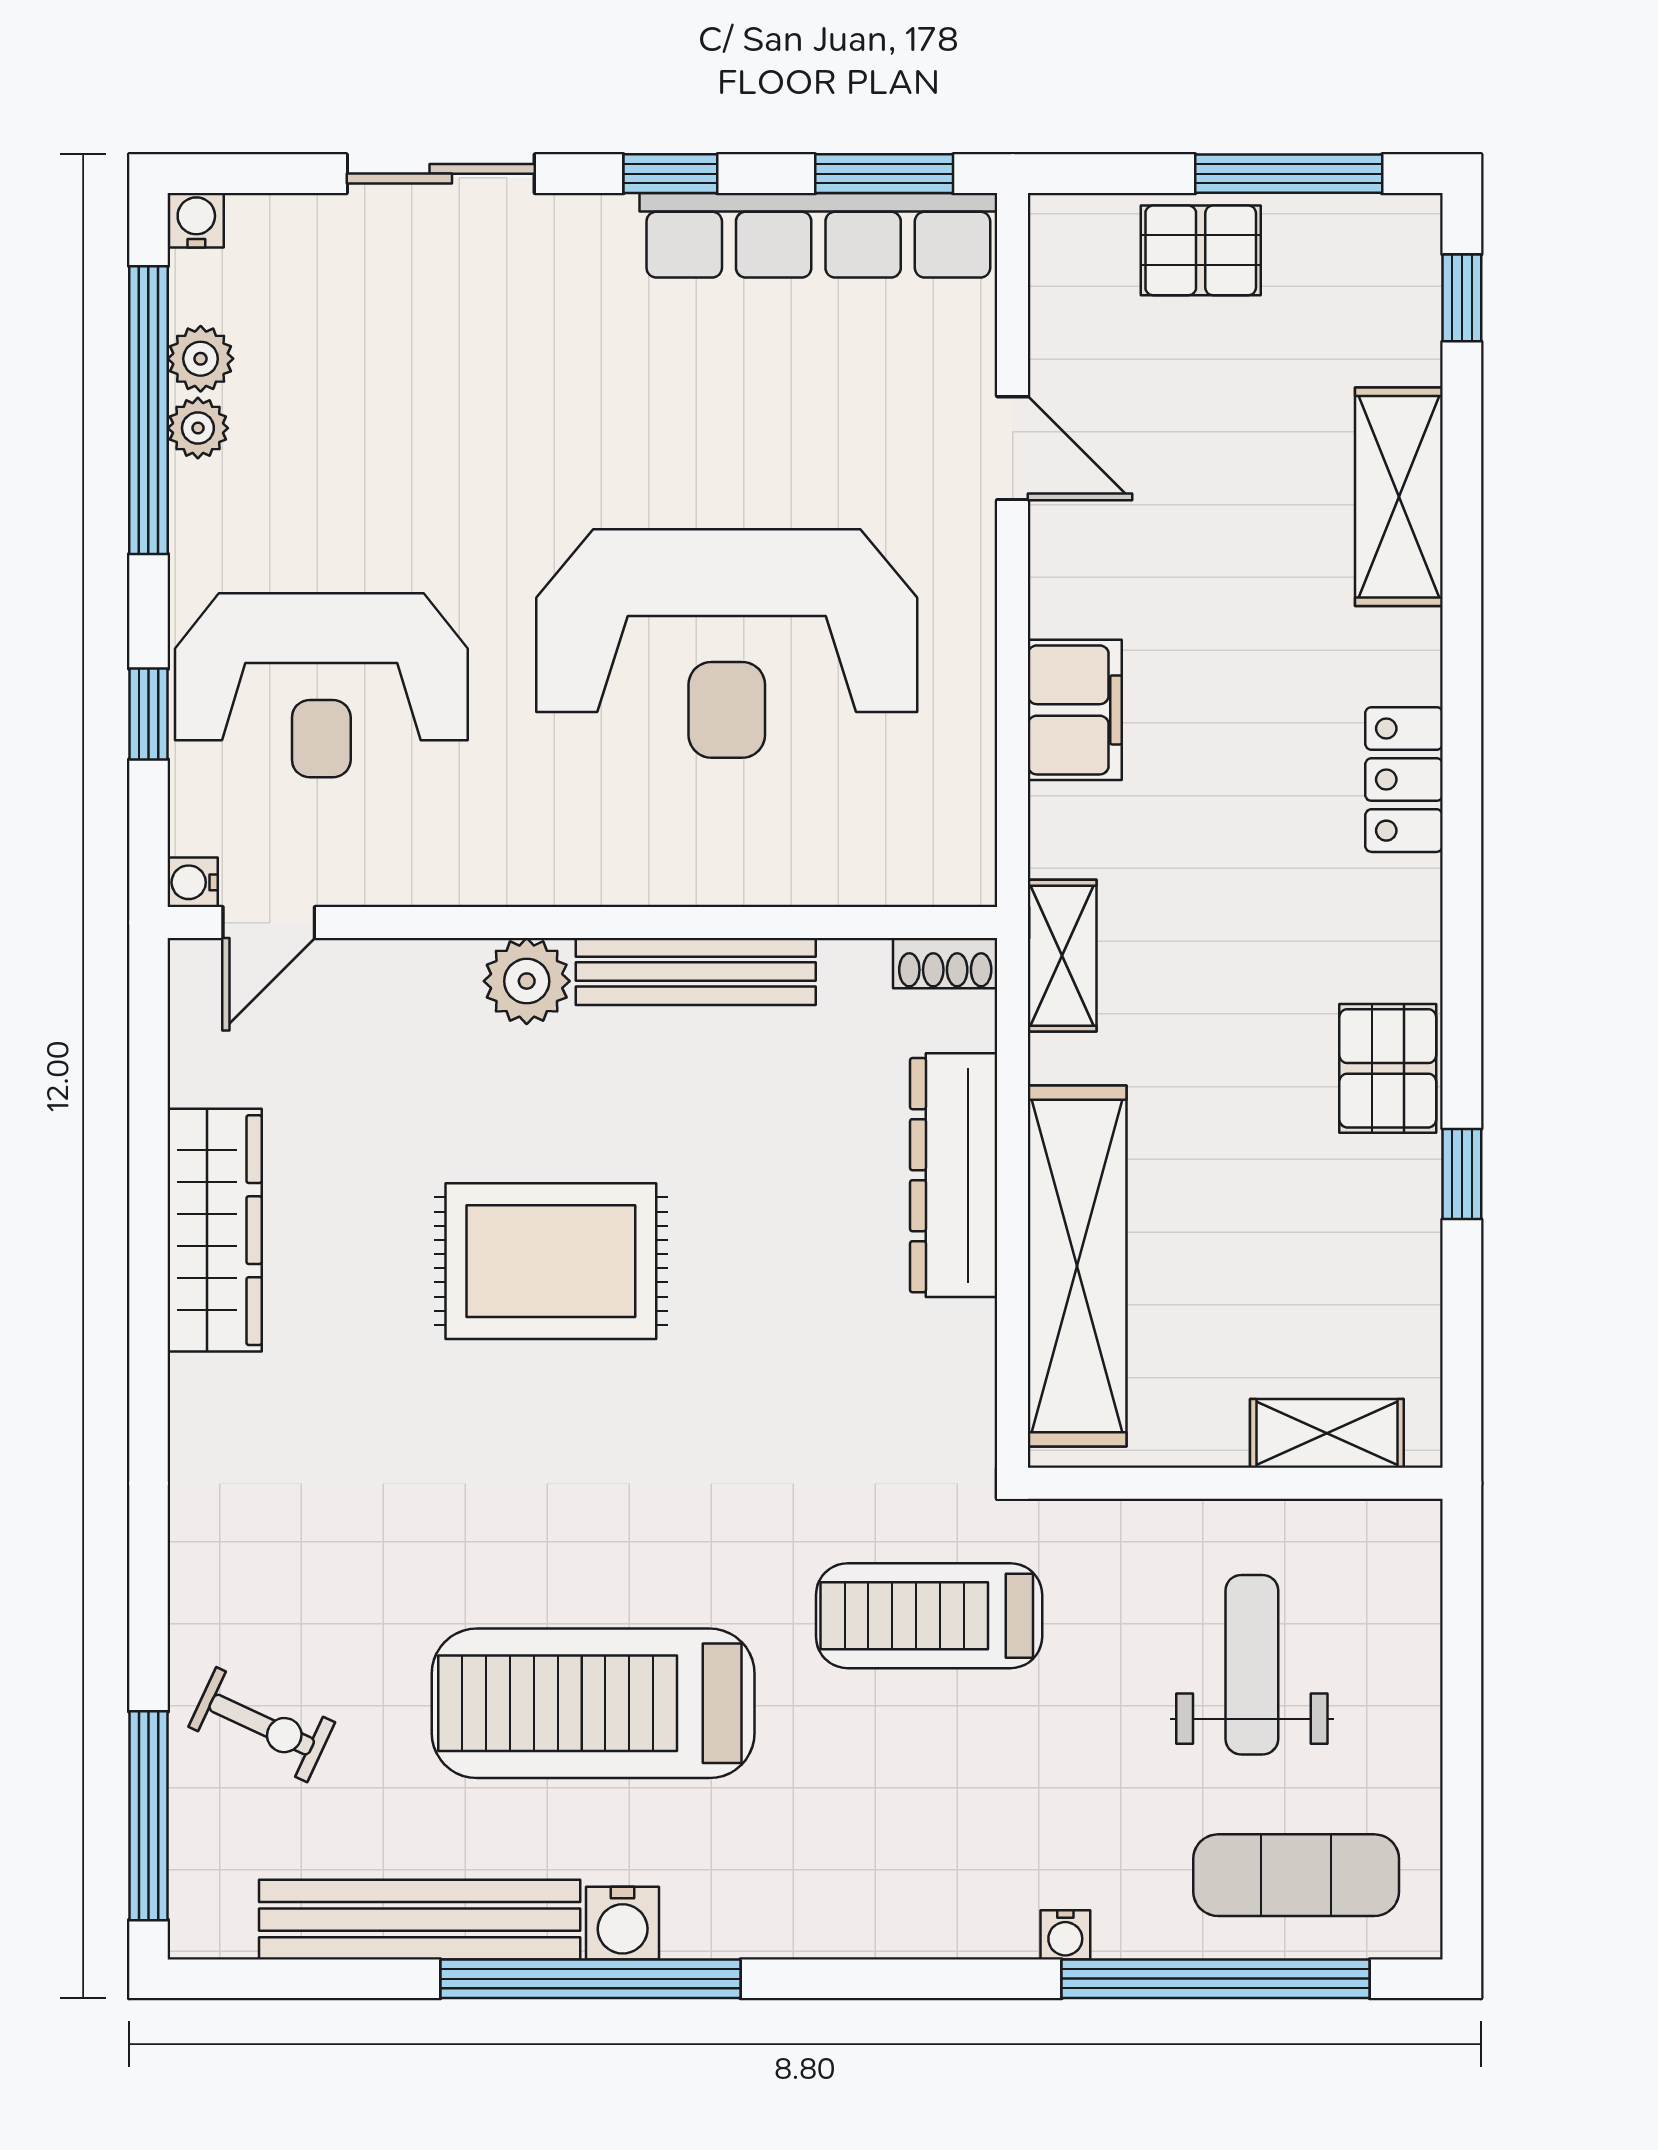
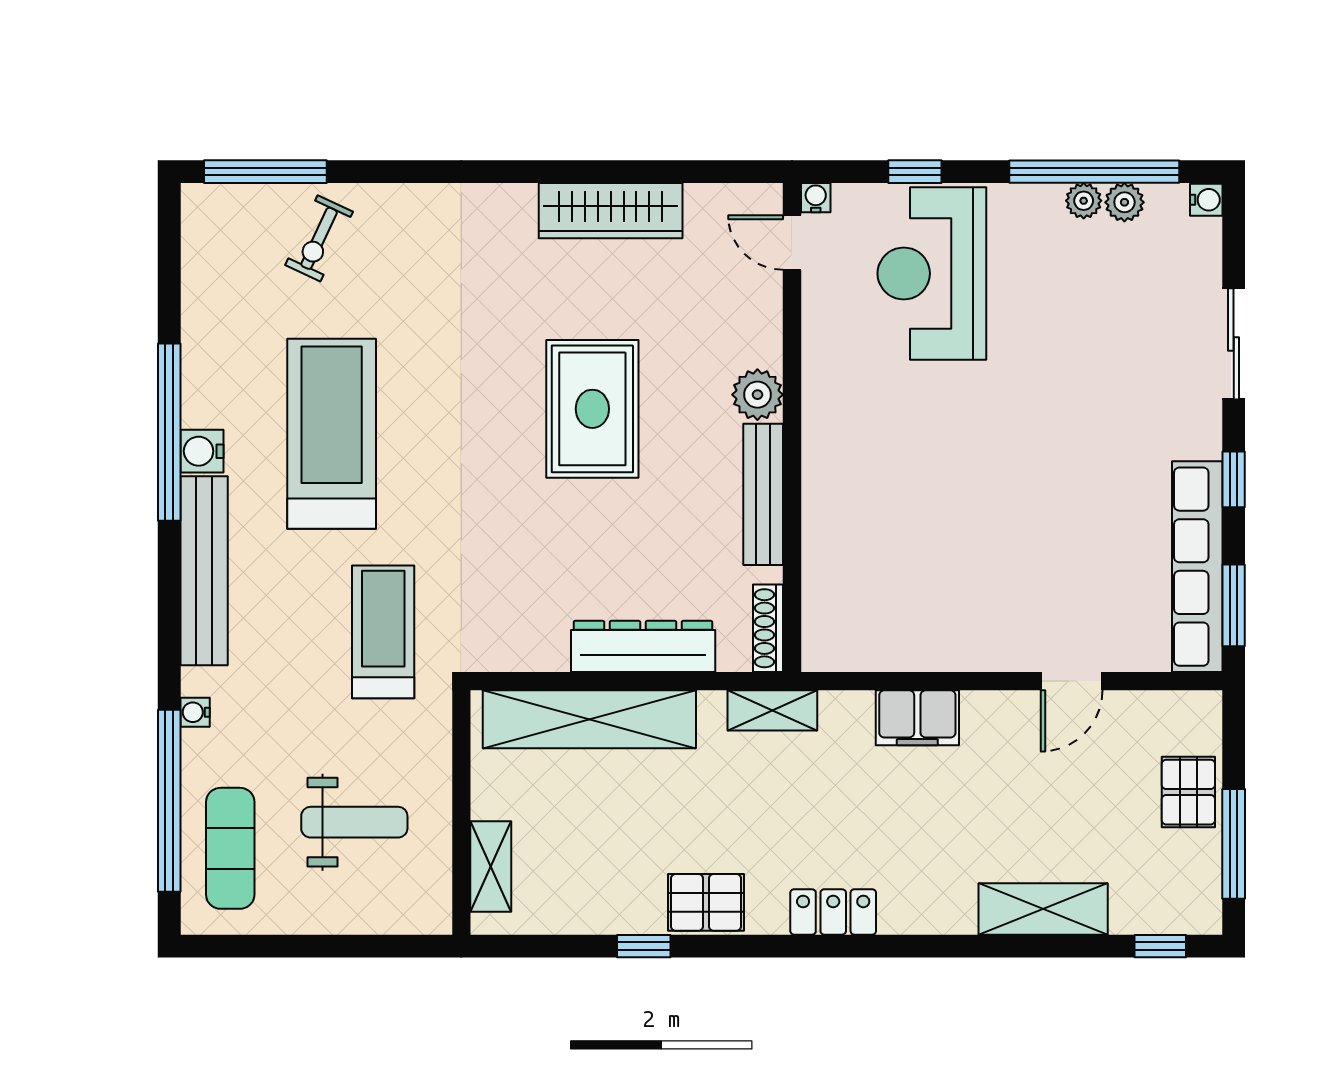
reception desk: (727, 643) -> (957, 513), removed
locker: (1404, 780) -> (833, 912), moved
shoe rack: (945, 963) -> (768, 628), width x1.43
bench: (420, 1920) -> (204, 571), moved

